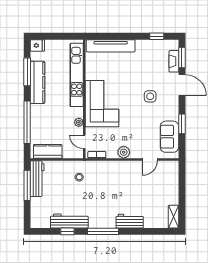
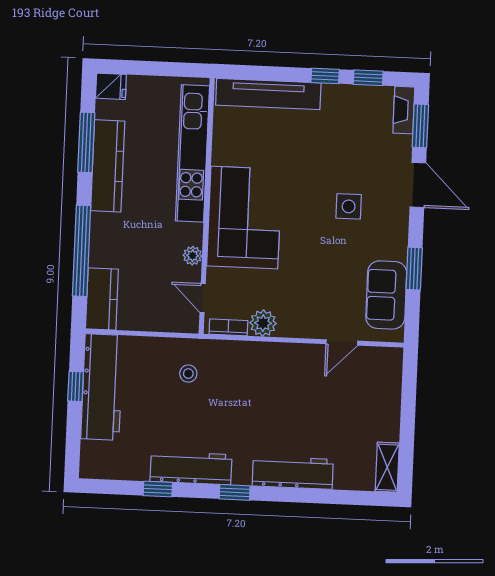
window: (137, 36) -> (325, 76), added
fireplace: (174, 61) -> (404, 110), moved
kitchen counter: (48, 151) -> (102, 299), moved, turned 90
plant: (124, 152) -> (263, 323), moved
workbench: (37, 179) -> (102, 387), width x1.36, depth x1.32
window: (27, 185) -> (76, 386), width x0.46
workbench: (69, 221) -> (191, 468), moved
workbench: (130, 221) -> (293, 473), width x1.38
window: (103, 231) -> (235, 492), width x0.46

